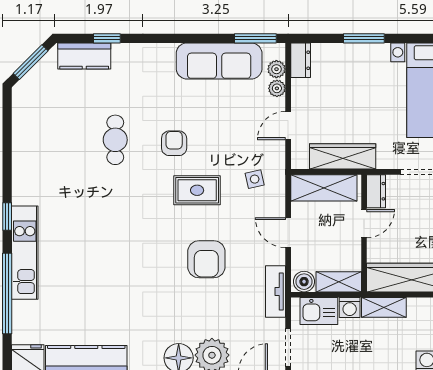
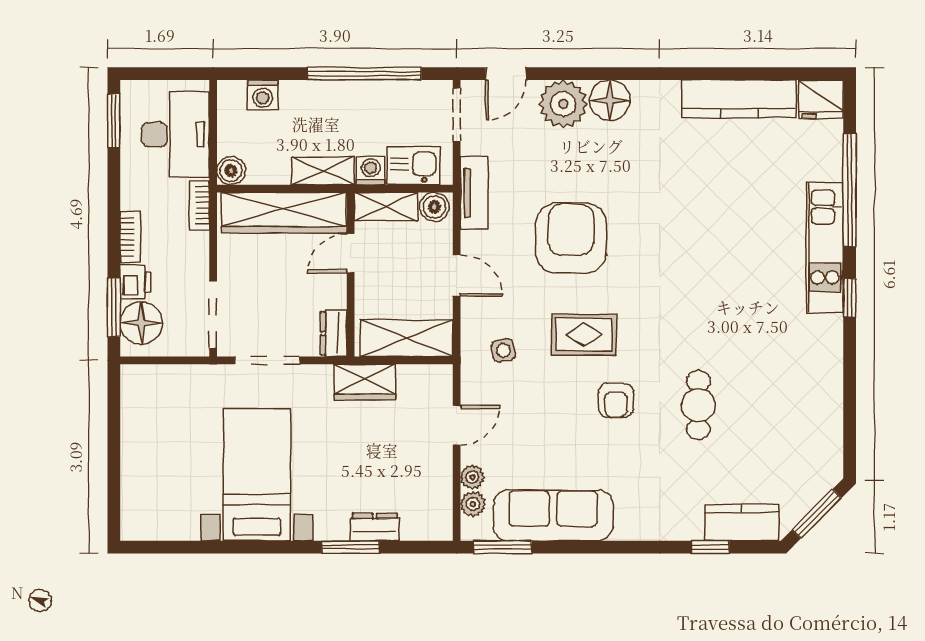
dresser: (301, 60) -> (375, 527), moved, turned 90
wardrobe: (343, 156) -> (365, 382), width x0.67
door: (364, 224) -> (351, 253), moved
armchair: (206, 259) -> (571, 238), width x1.36, depth x1.36

